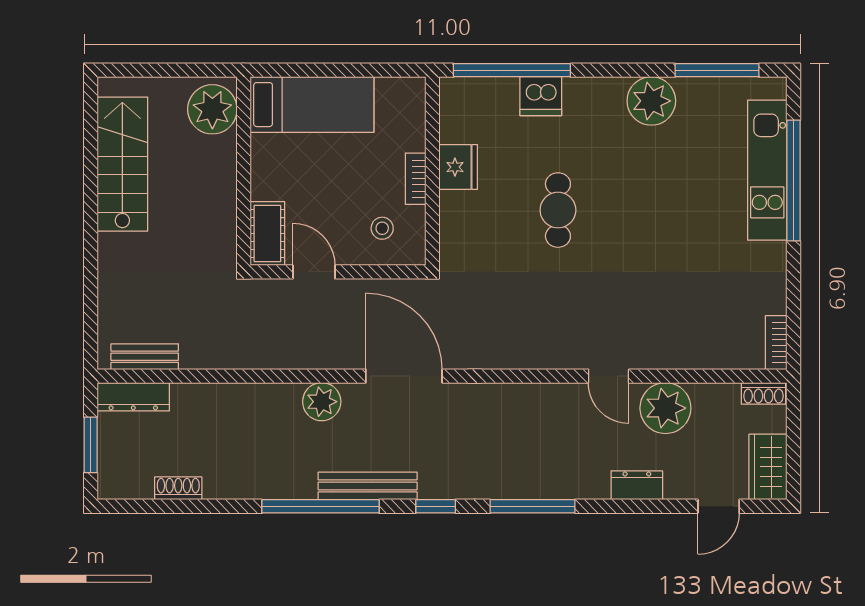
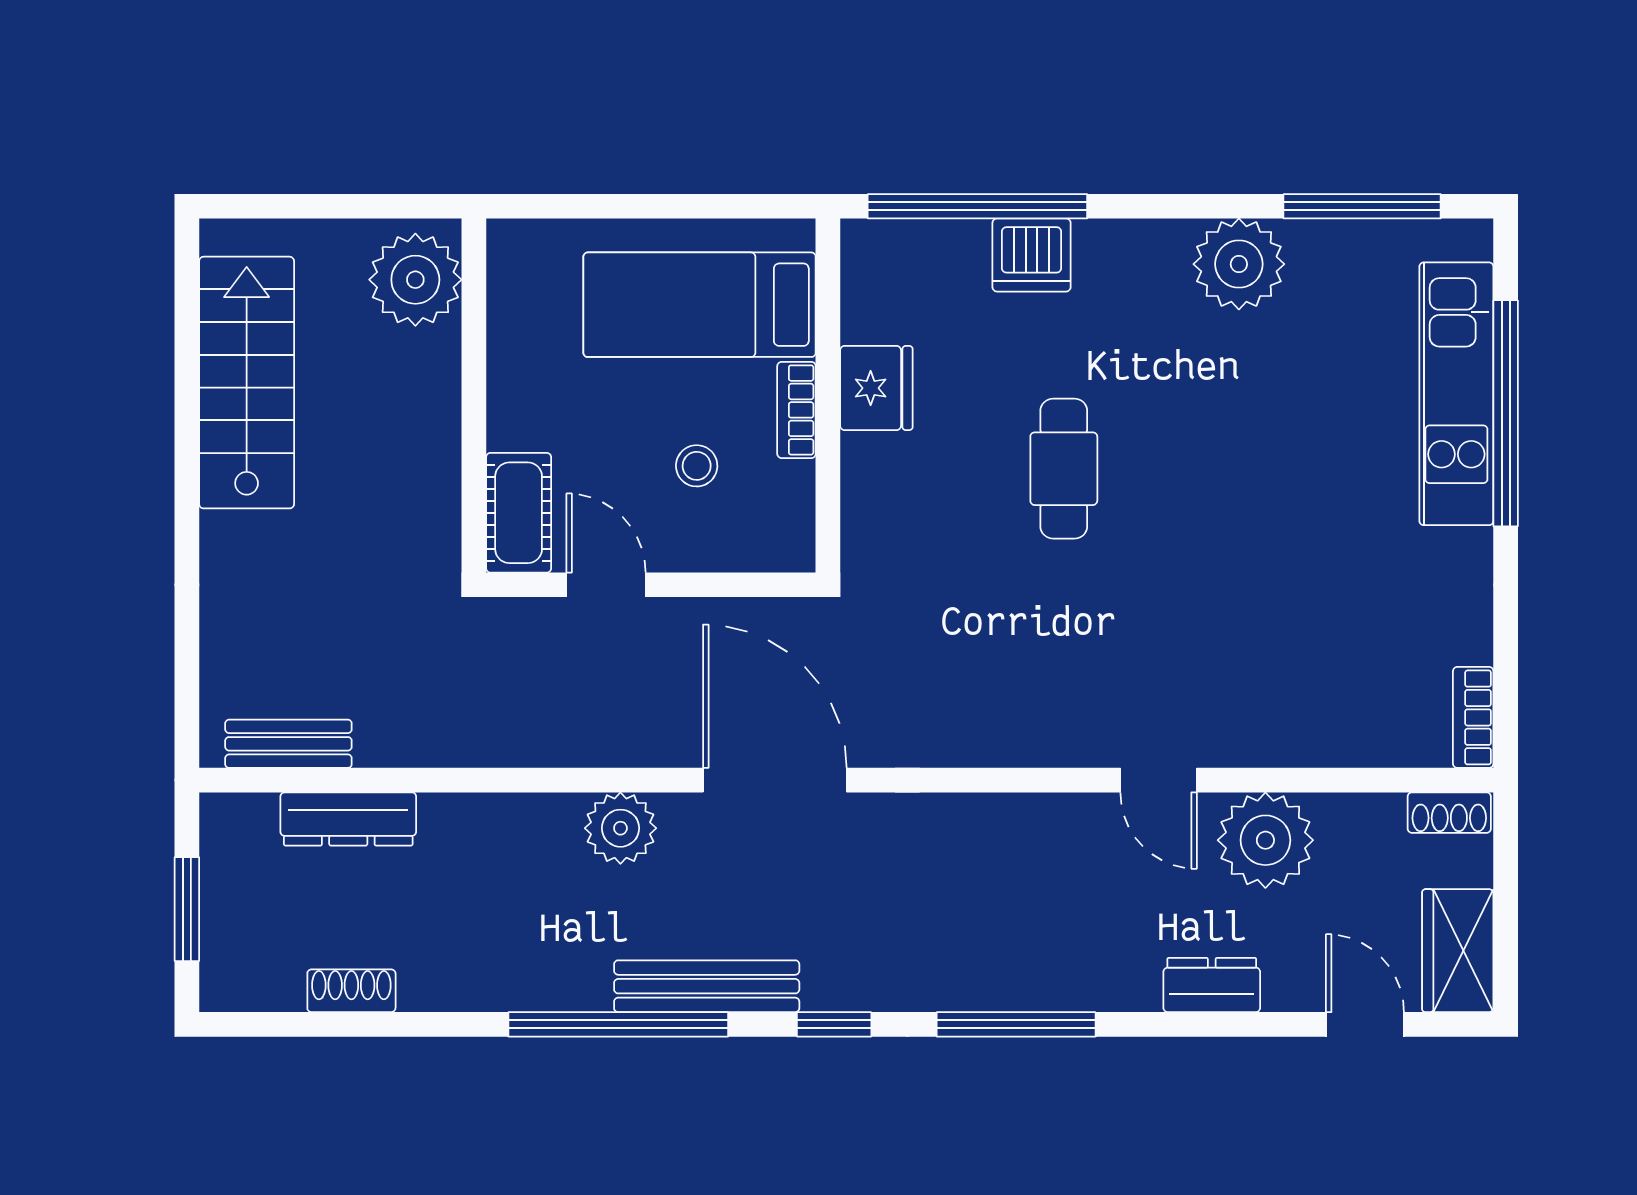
bed: (312, 105) -> (700, 305), moved, turned 180
stool: (382, 228) -> (697, 466), moved
dresser: (133, 397) -> (348, 819), moved
door: (719, 506) -> (1365, 1024), swing flipped

